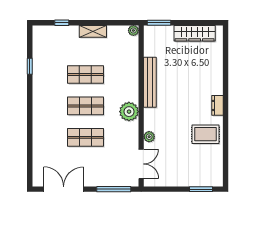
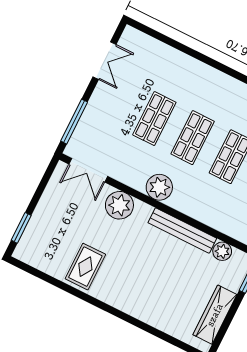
plant: (151, 49) -> (222, 251), added
dresser: (217, 105) -> (113, 299), removed
plant: (149, 137) -> (119, 205), width x1.88, depth x1.88
double door: (64, 189) -> (105, 61), width x0.73

